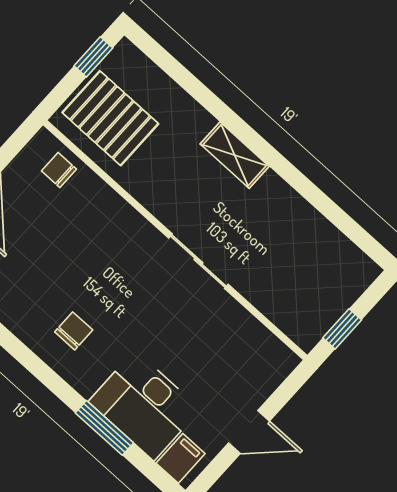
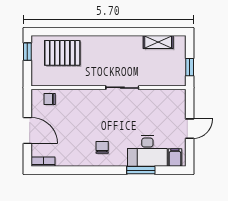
pallet: (110, 118) -> (62, 53), moved
shelving: (235, 155) -> (158, 42), moved

